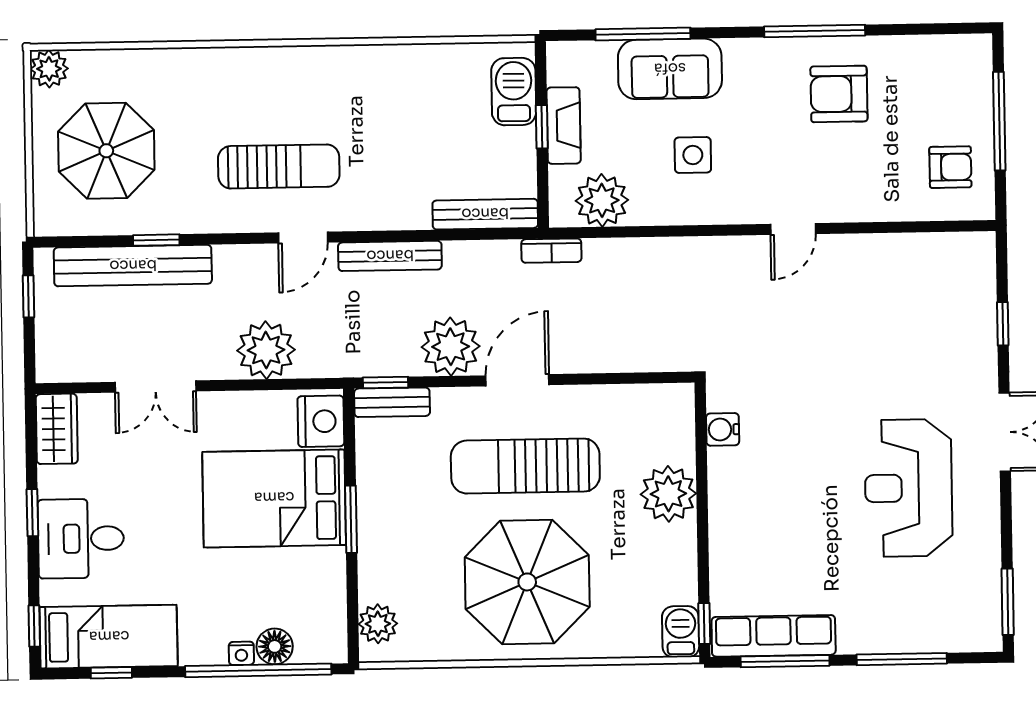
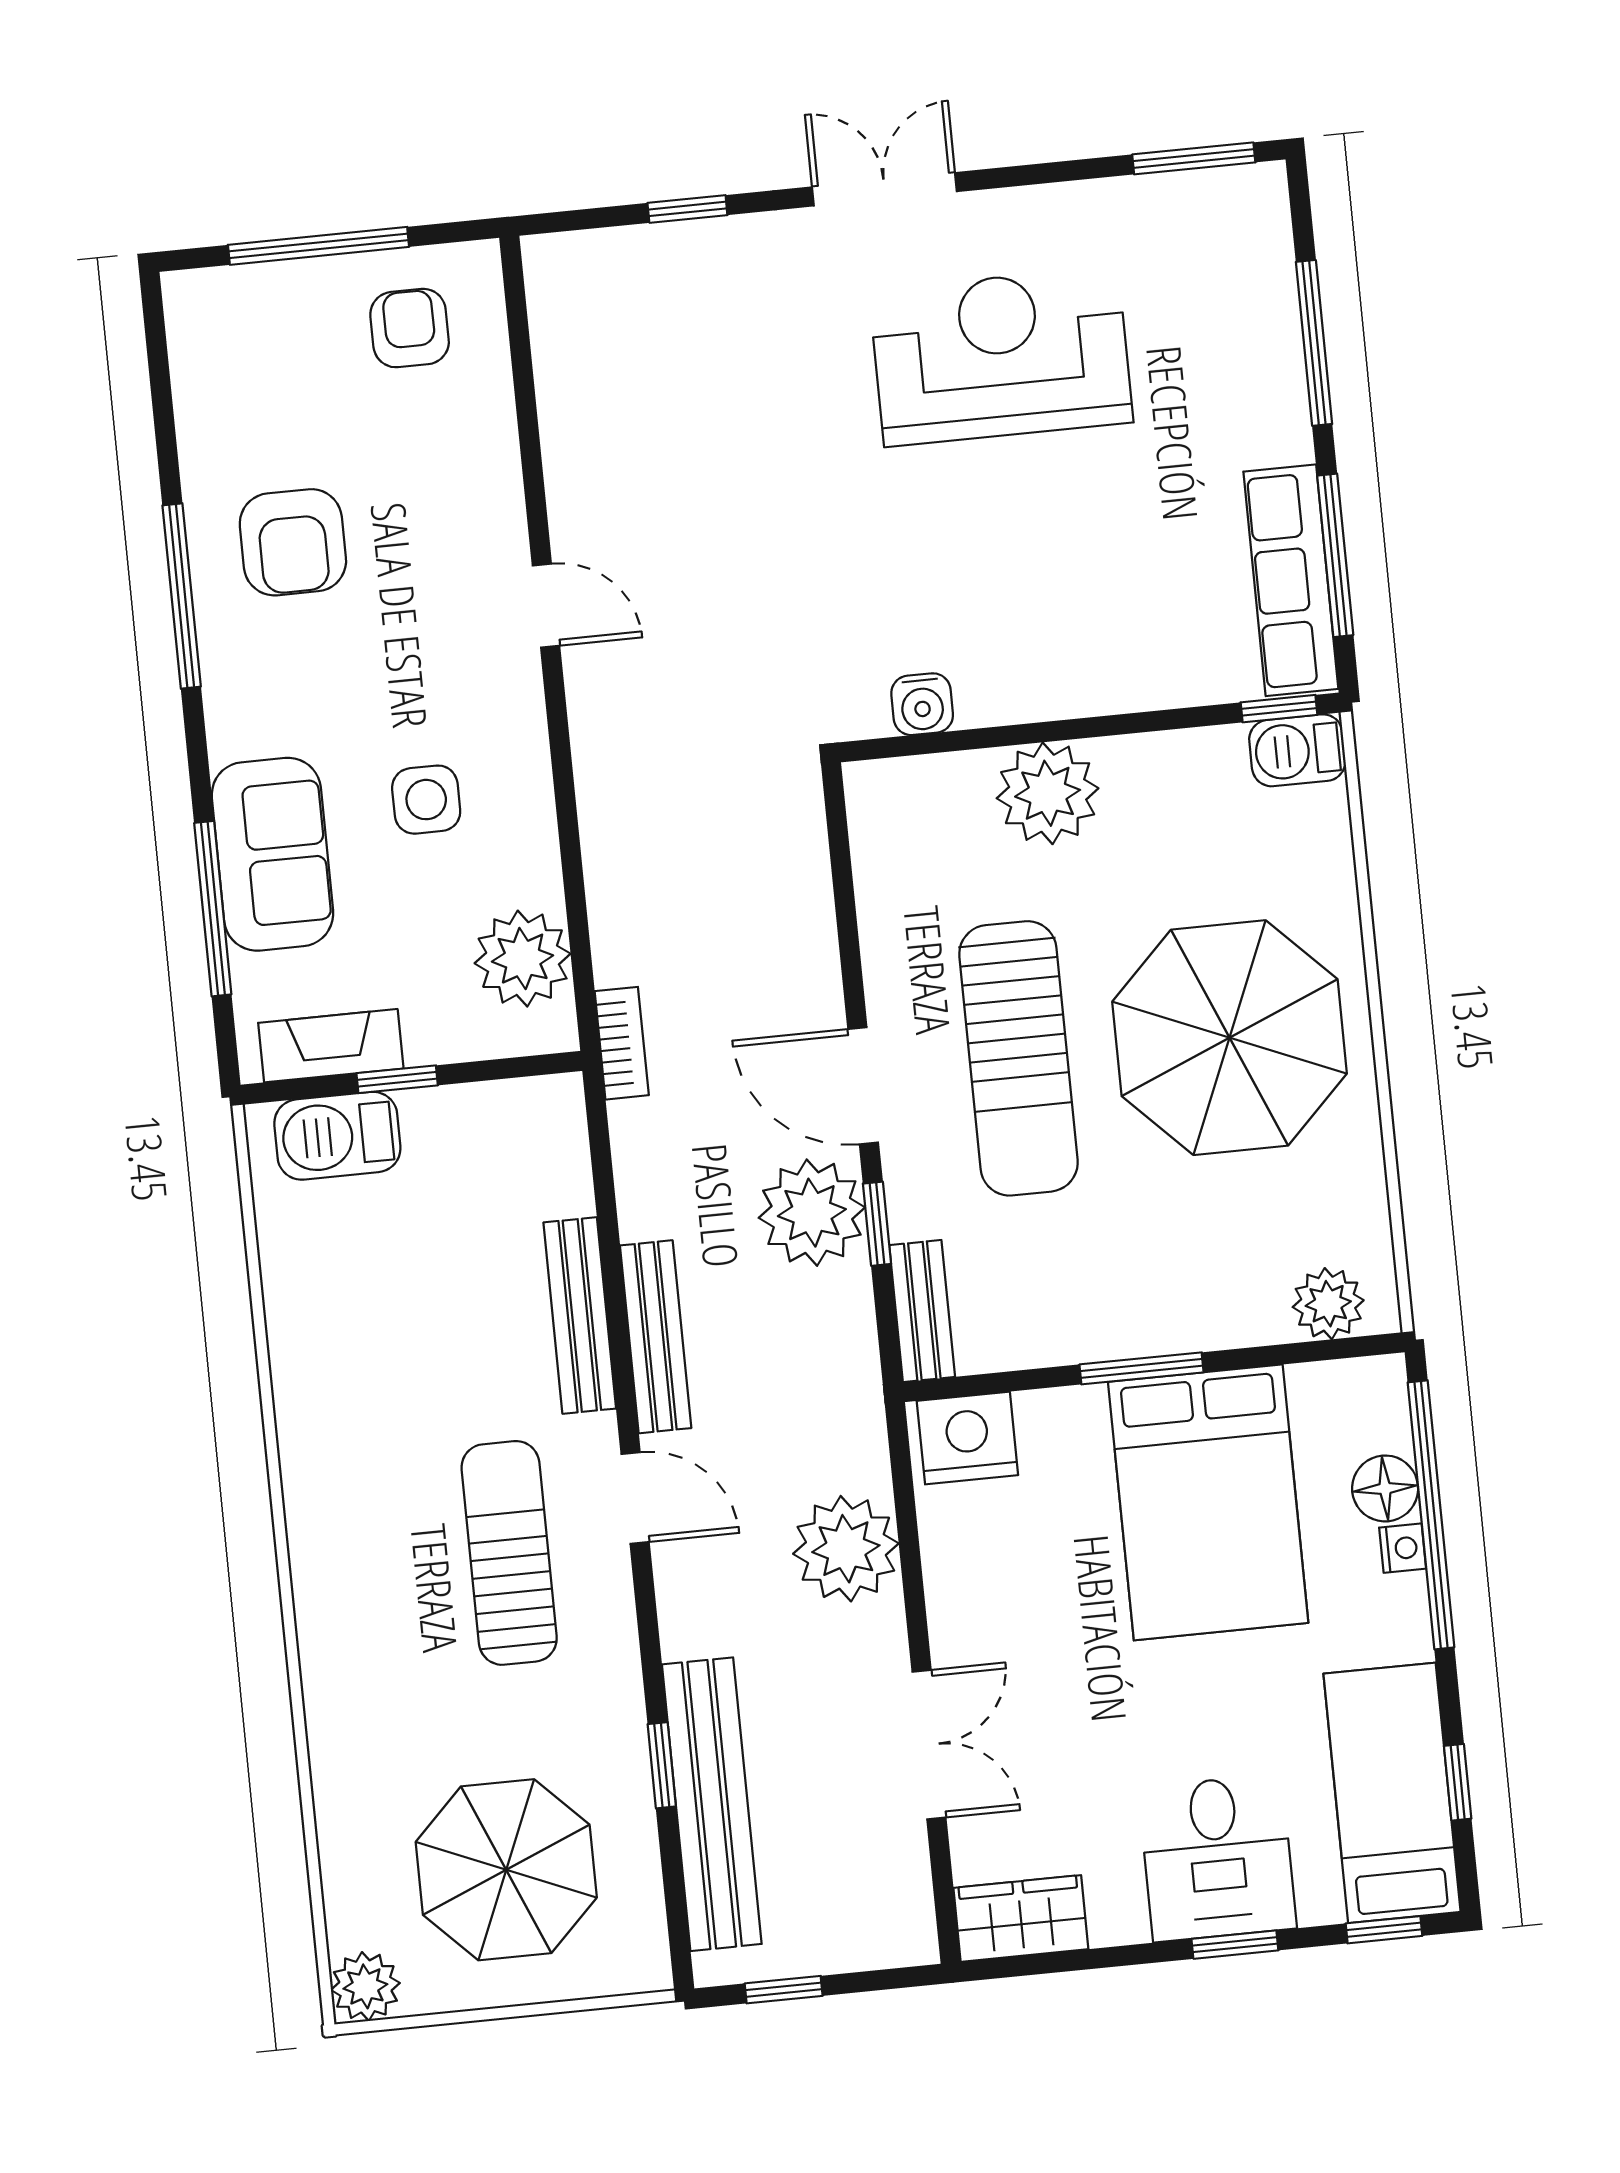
fireplace: (564, 126) -> (331, 1046), moved
bench: (485, 214) -> (580, 1315), moved
window: (385, 383) -> (877, 1224), moved
reception desk: (908, 488) -> (1001, 356), turned 180
bed: (274, 498) -> (1208, 1502), moved
window: (32, 513) -> (1235, 1945), moved

